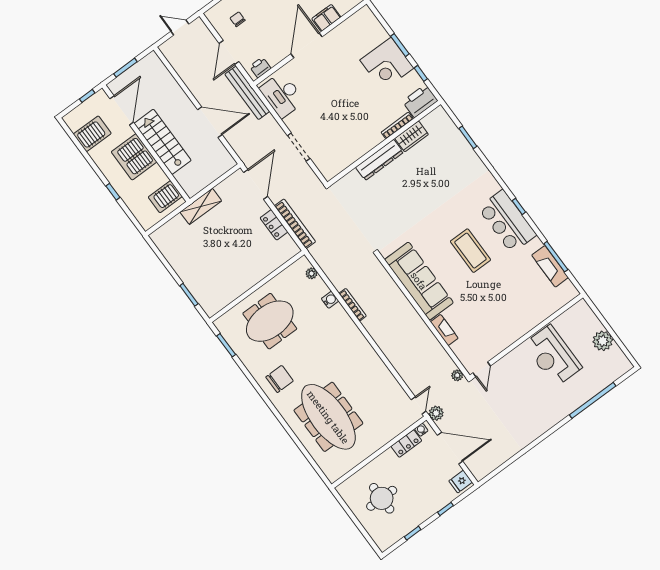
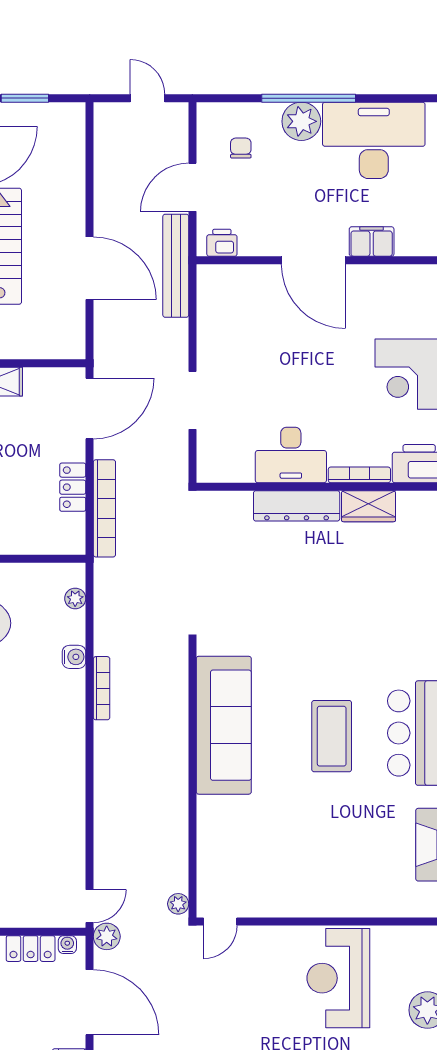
door: (307, 45) -> (313, 260), swing flipped
desk: (282, 95) -> (291, 455), moved, turned -90
fireplace: (444, 330) -> (208, 824), removed

